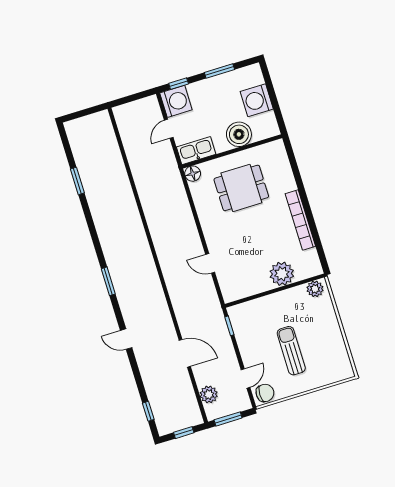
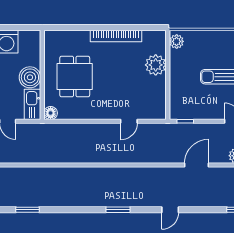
boiler: (239, 134) -> (30, 77), moved

